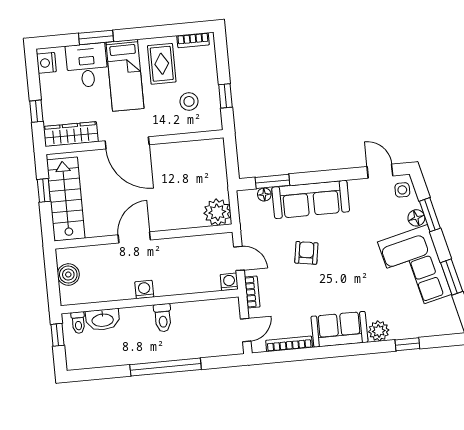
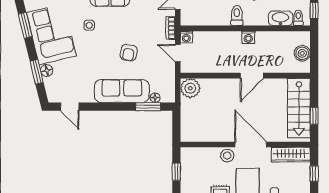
stool: (189, 101) -> (227, 156), moved
side table: (402, 190) -> (89, 25), moved

